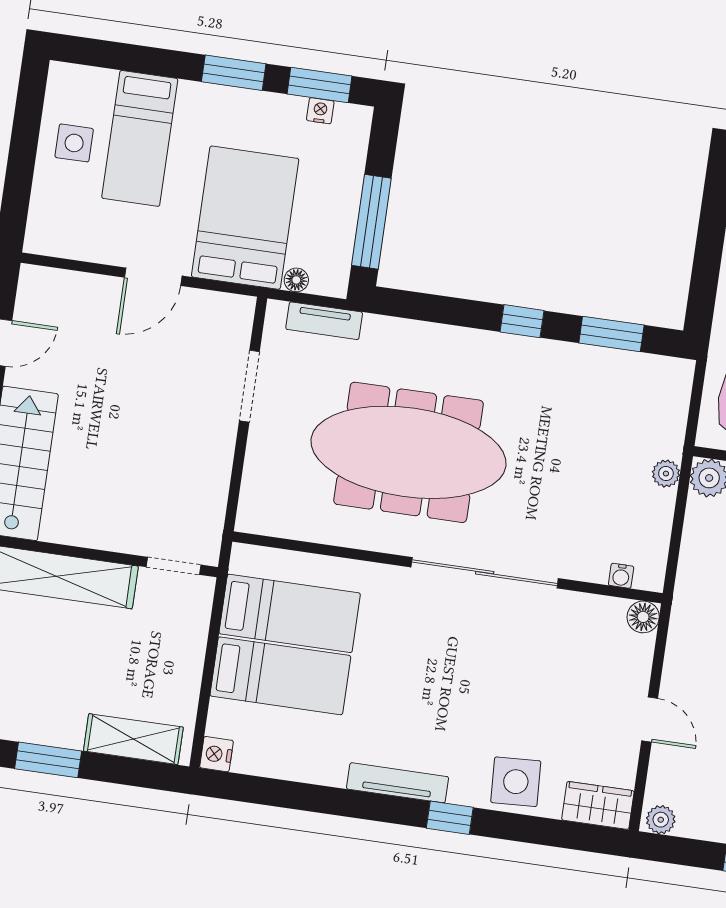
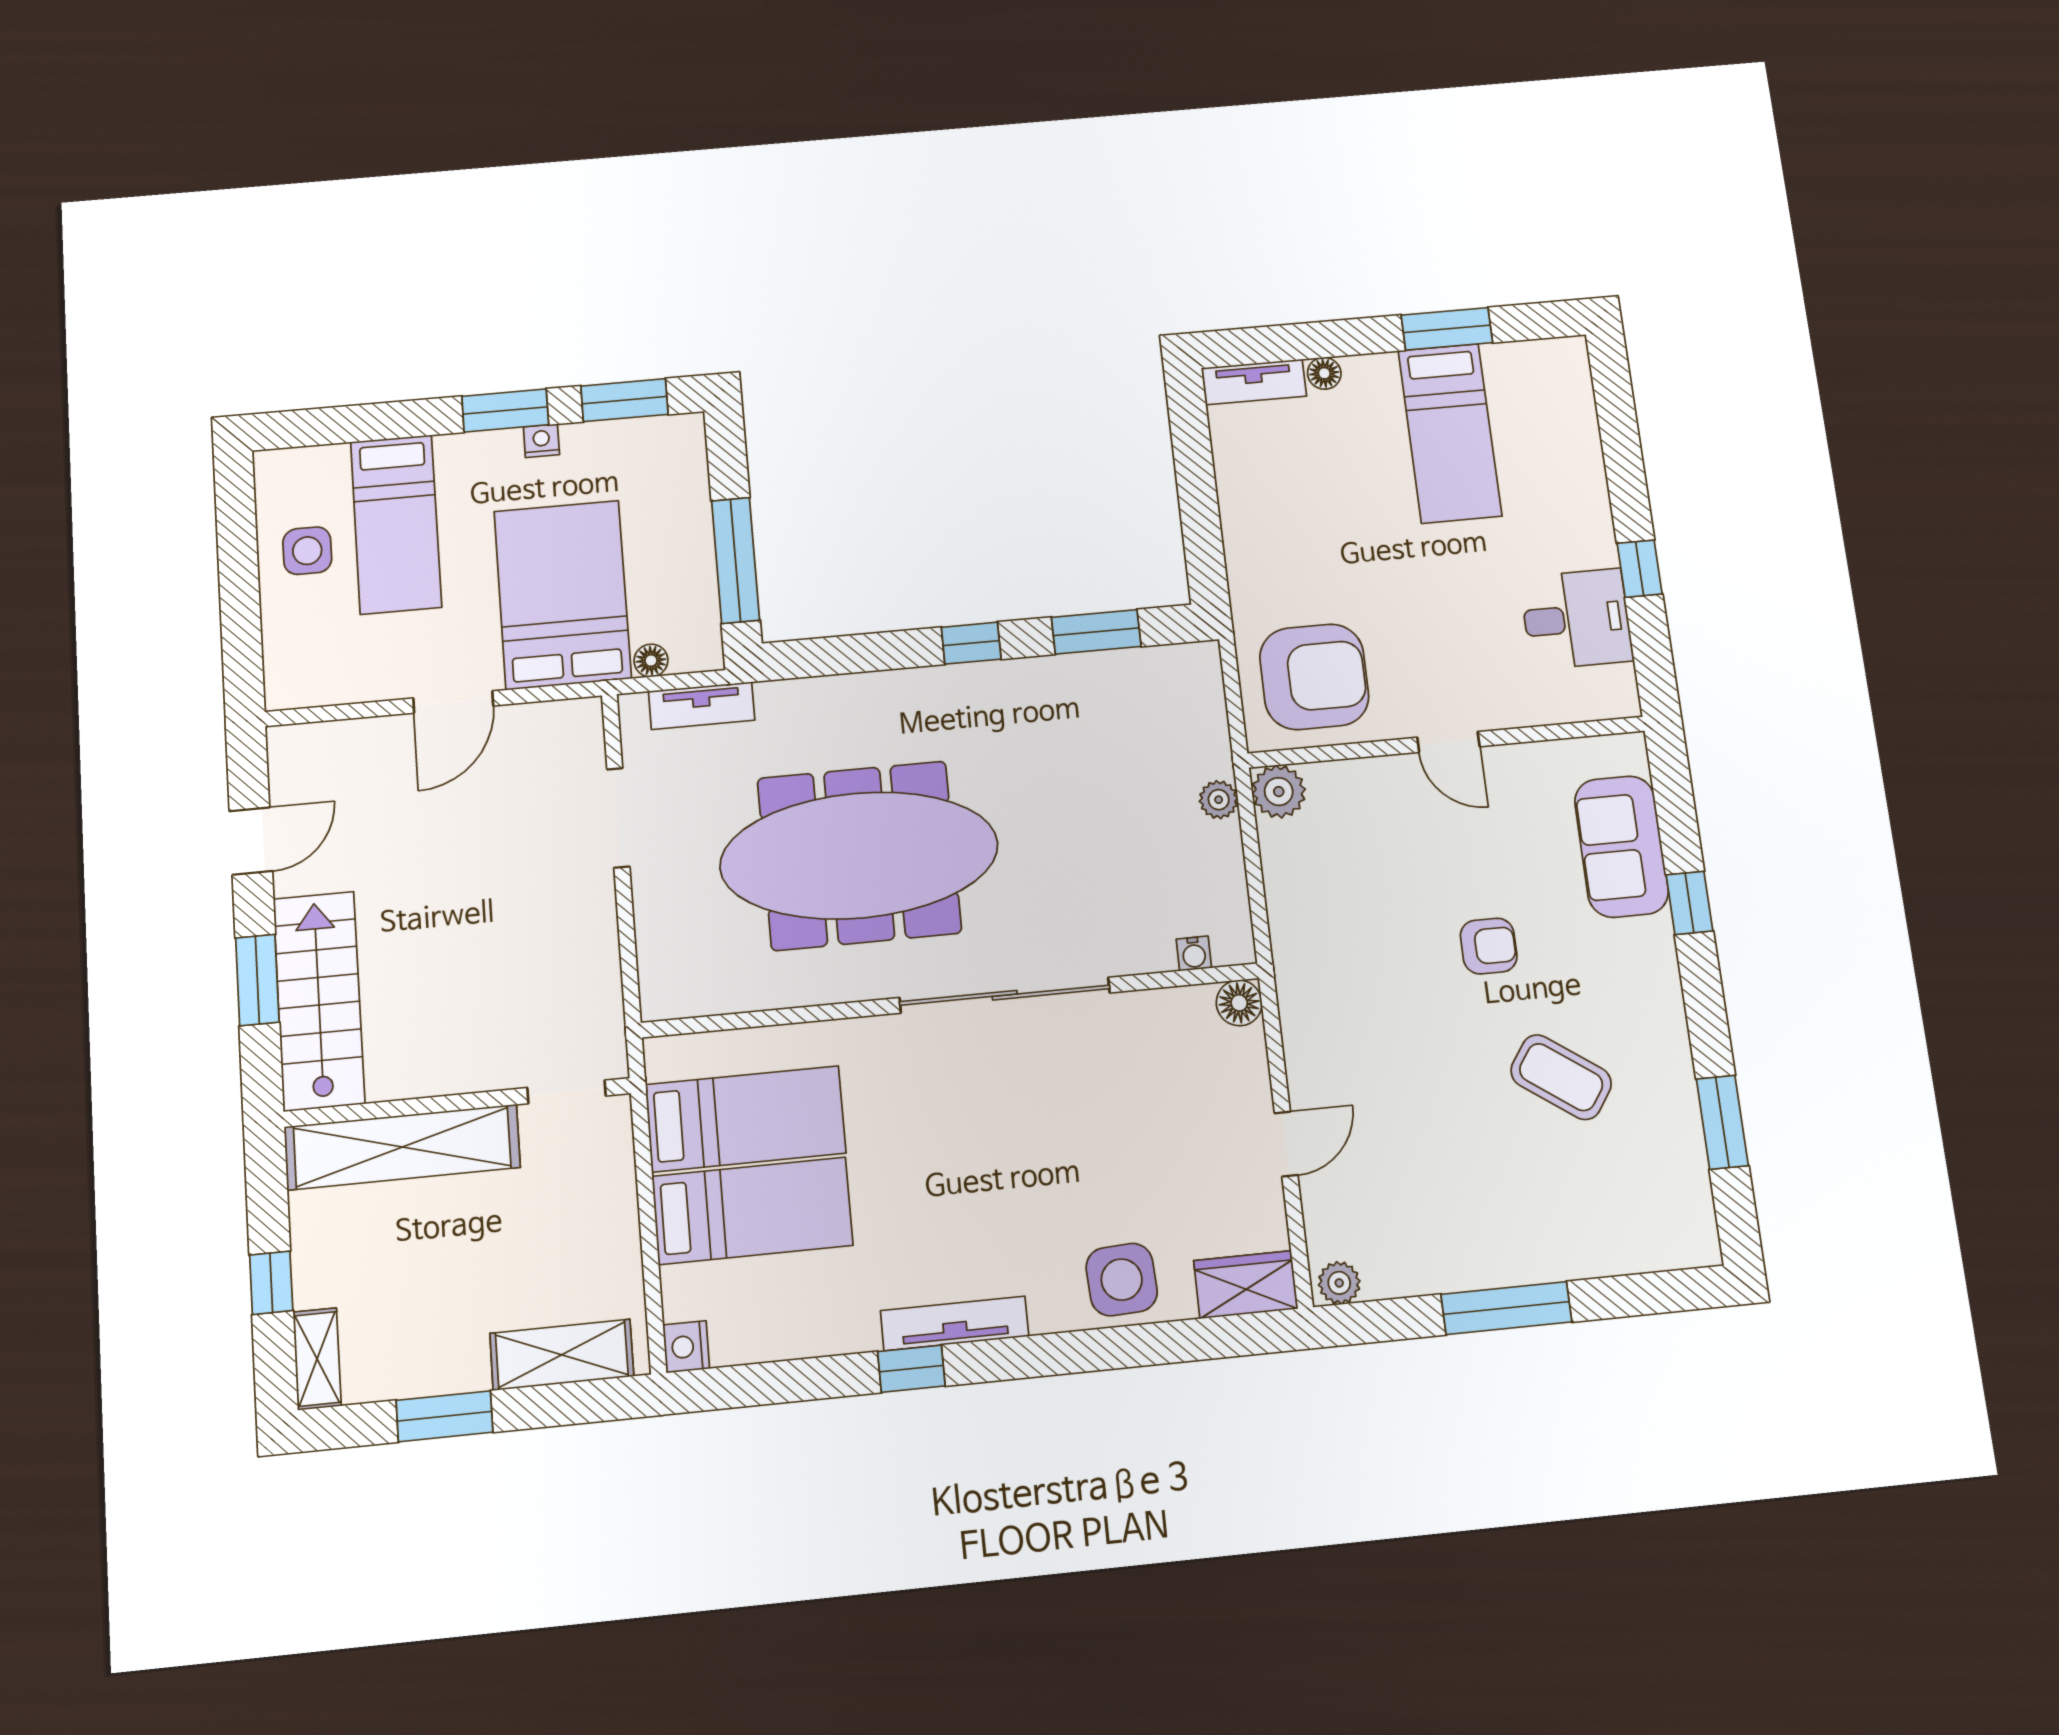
nightstand: (320, 111) -> (541, 441), moved
door: (650, 720) -> (1286, 1144), hinge flipped
window: (450, 818) -> (911, 1369), moved

